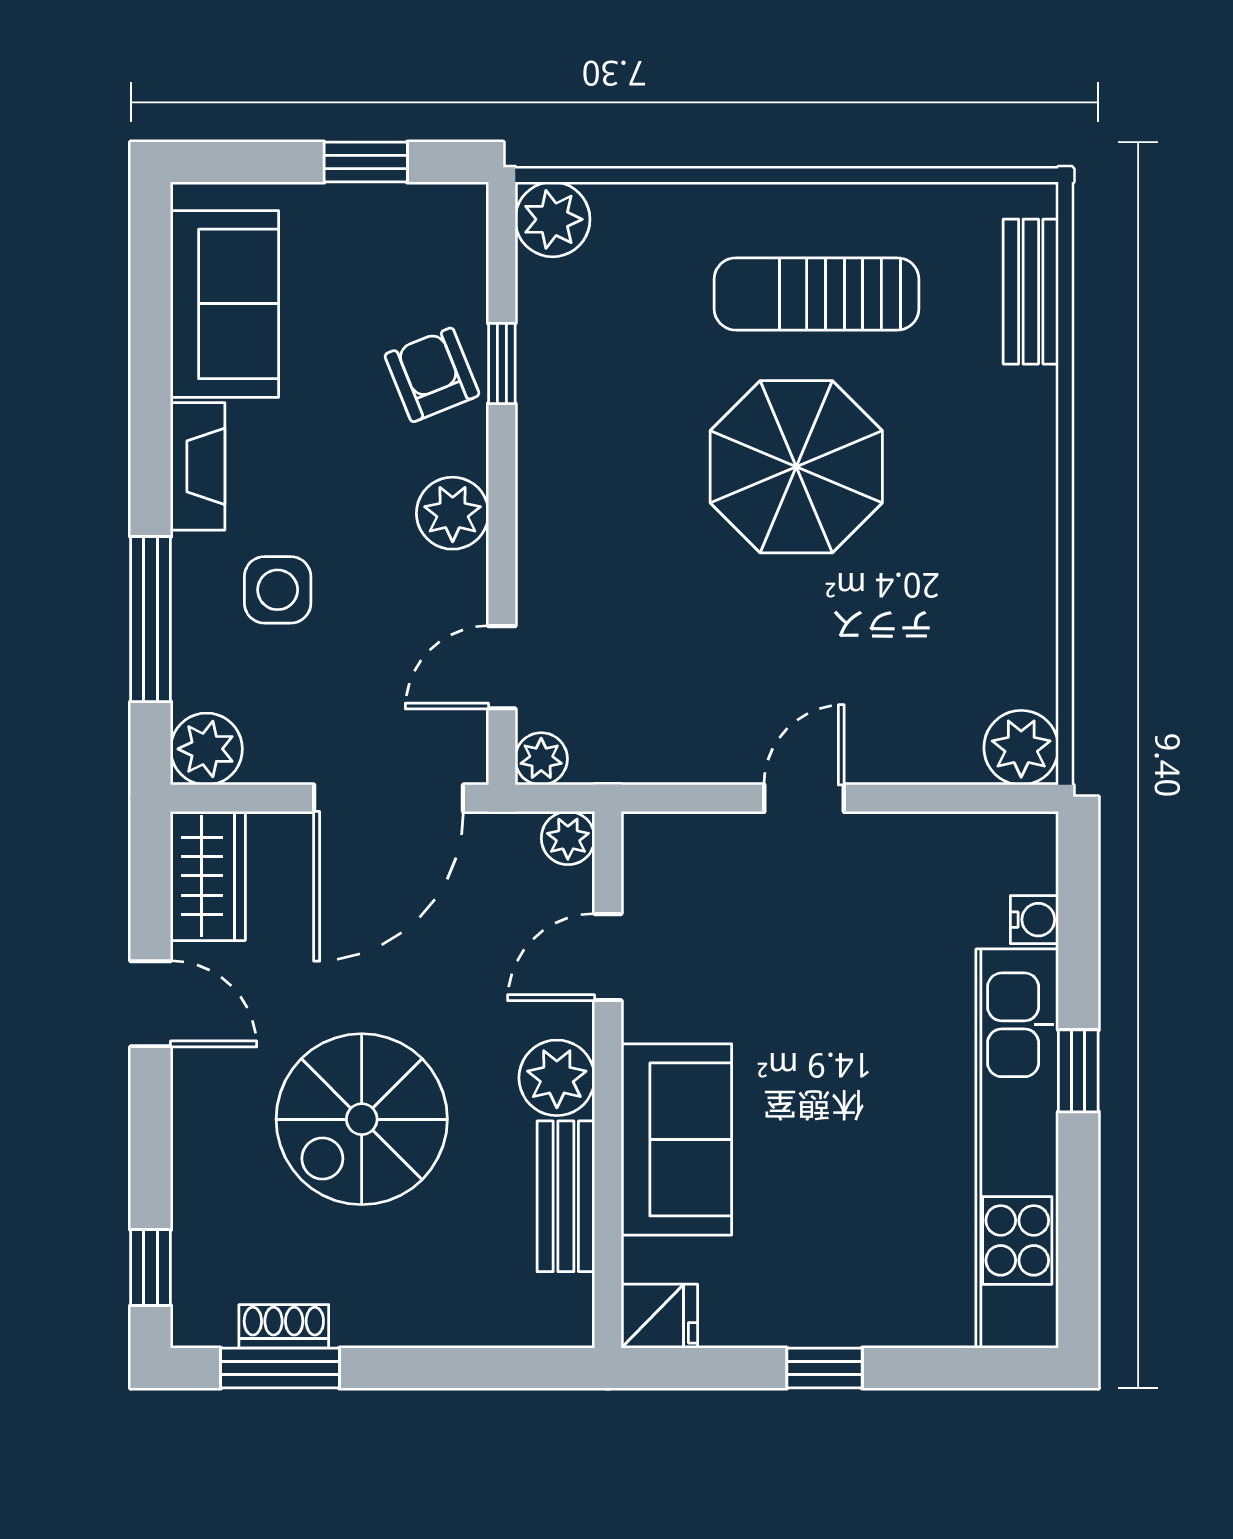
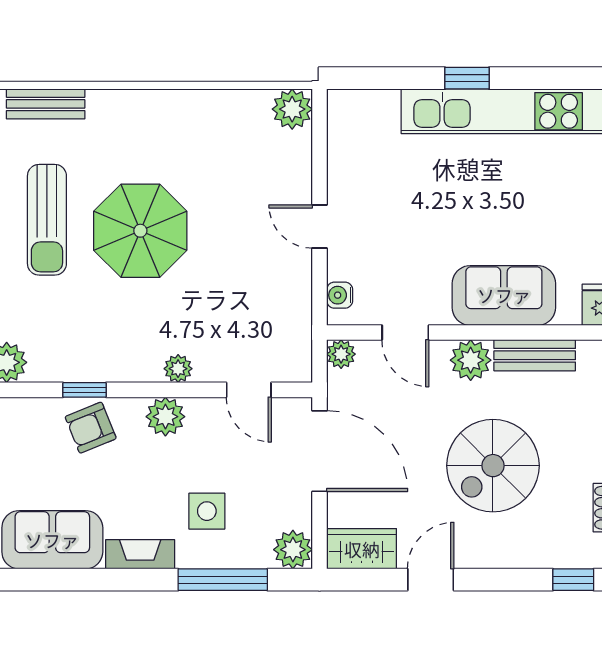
plant: (541, 759) -> (178, 369), moved
water cooler: (1034, 920) -> (340, 295), moved, turned -90
spiral stairs: (362, 1119) -> (493, 466), turned 90

